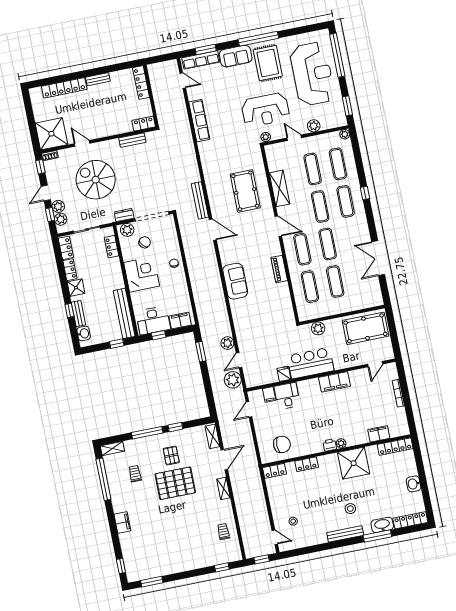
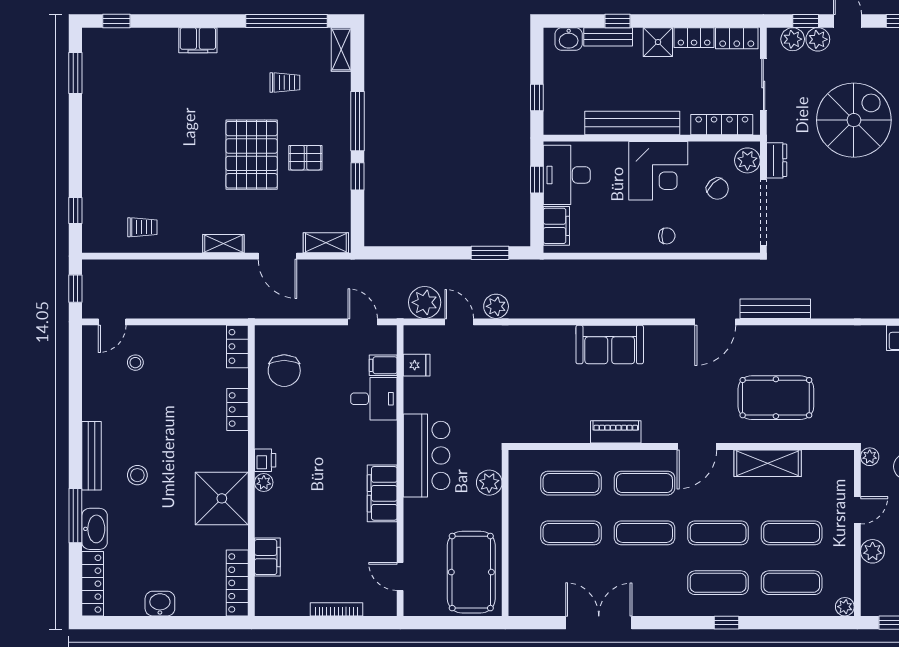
locker: (111, 247) -> (722, 125), width x1.53
bench: (124, 313) -> (632, 123), moved
fridge: (284, 374) -> (417, 365), moved

